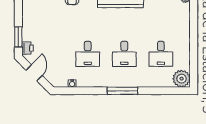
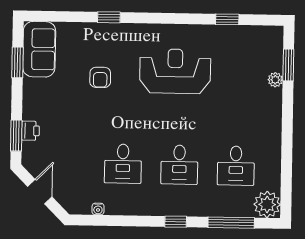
printer: (27, 48) -> (30, 131), moved
window: (122, 91) -> (176, 222), width x0.46
window: (158, 91) -> (231, 223), added

